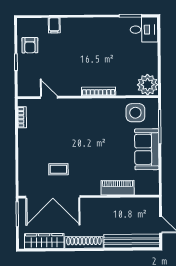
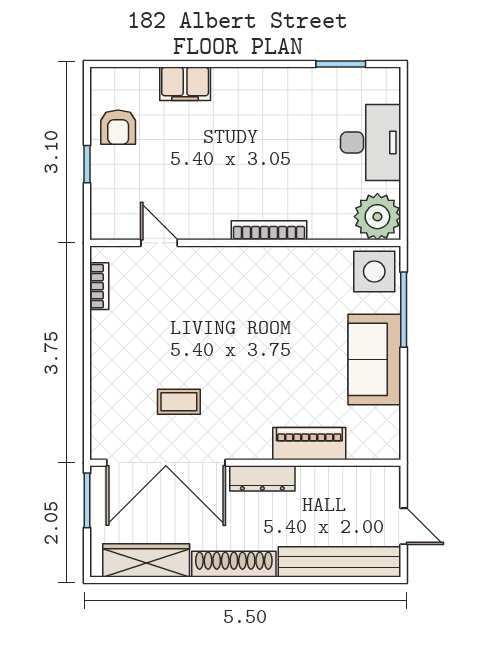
filing cabinet: (54, 25) -> (185, 84), width x2.00
desk: (144, 30) -> (371, 142), moved, width x1.37
side table: (135, 113) -> (374, 272), moved
dresser: (97, 204) -> (262, 478), added

